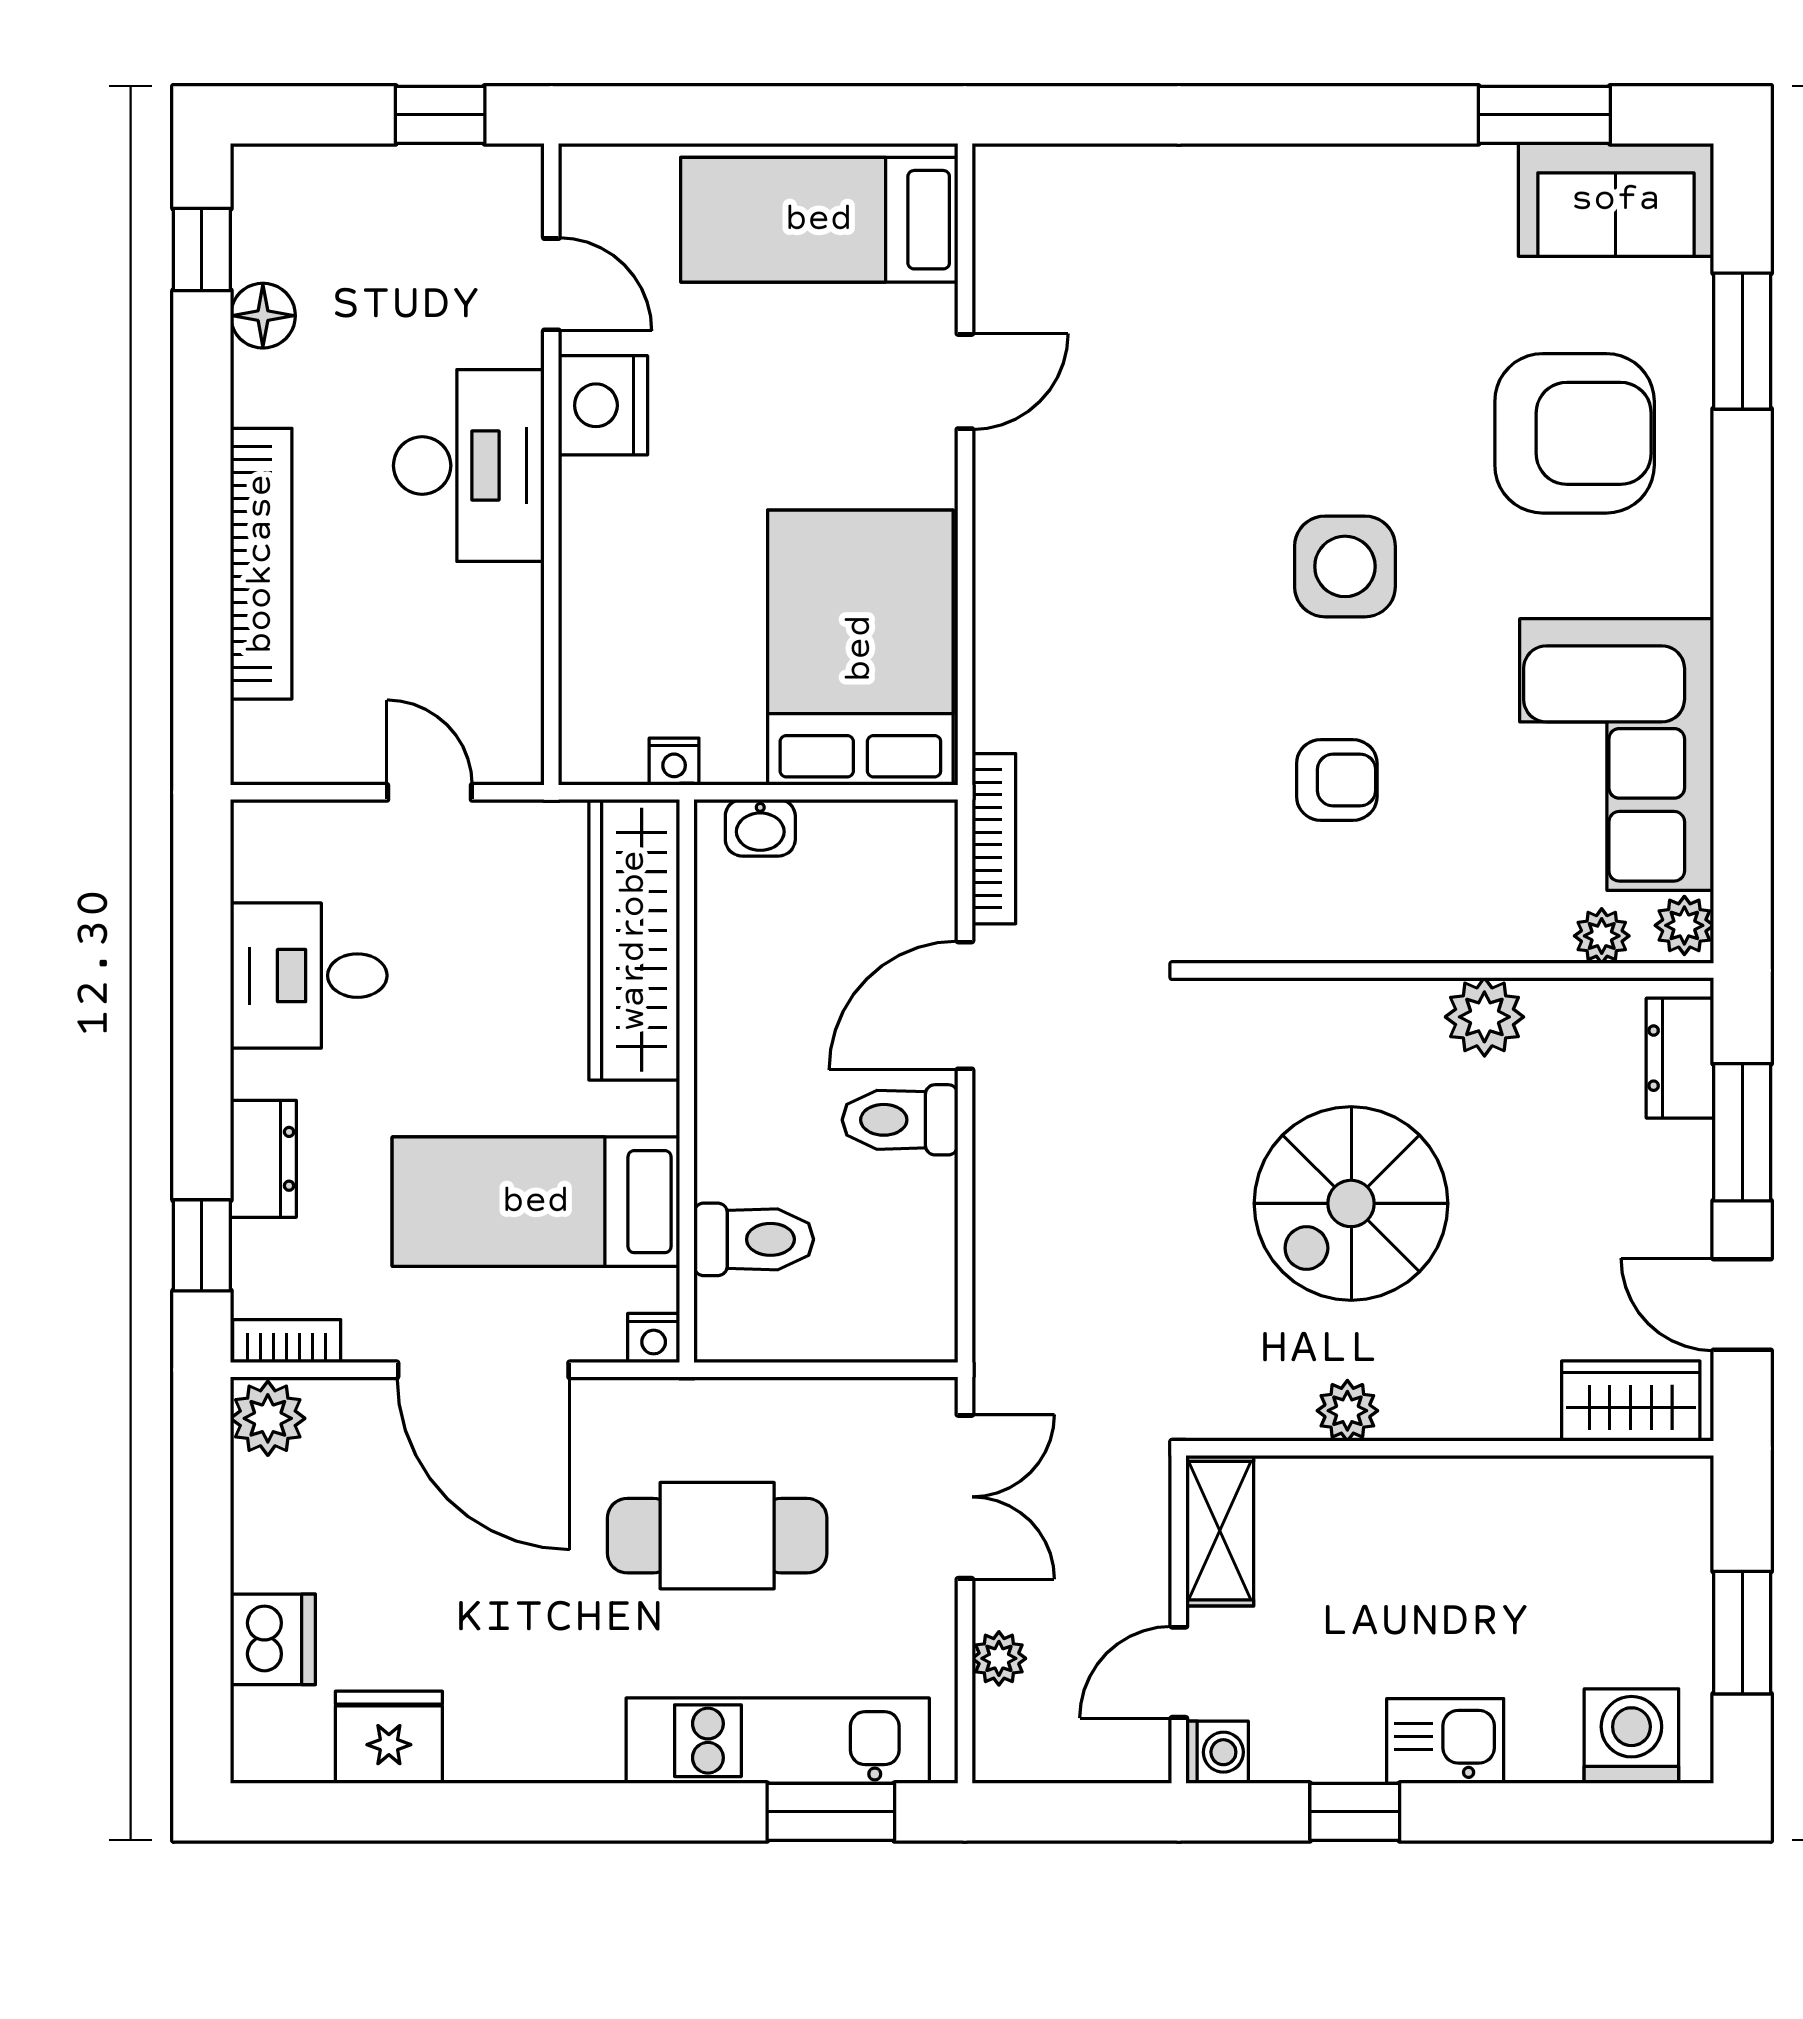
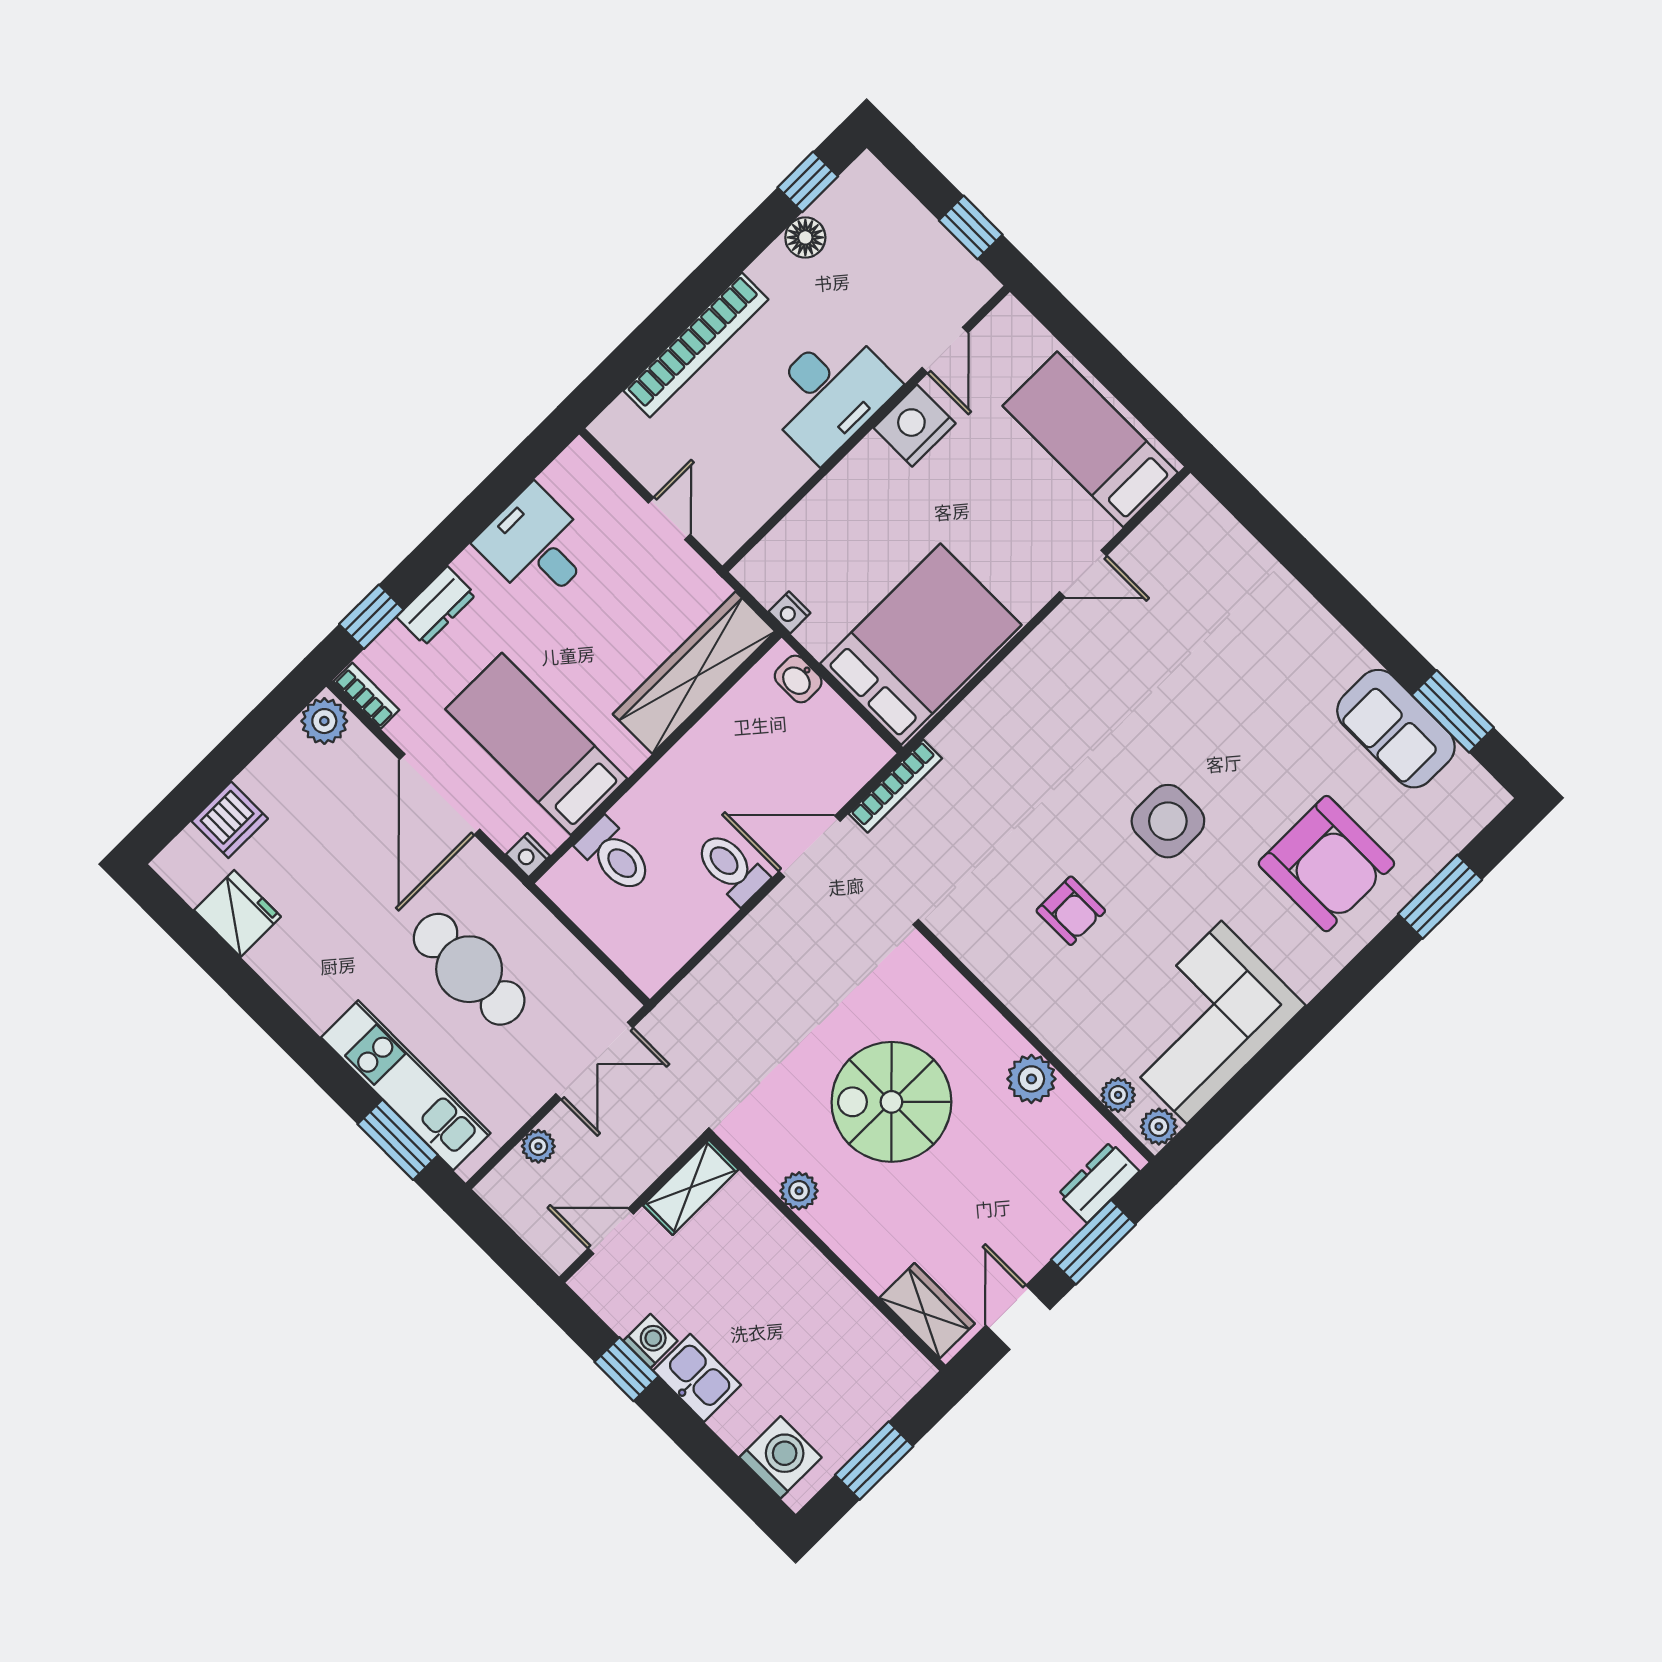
sofa: (1616, 200) -> (1396, 729), moved
washing machine: (1217, 1752) -> (650, 1341), moved, turned -90

